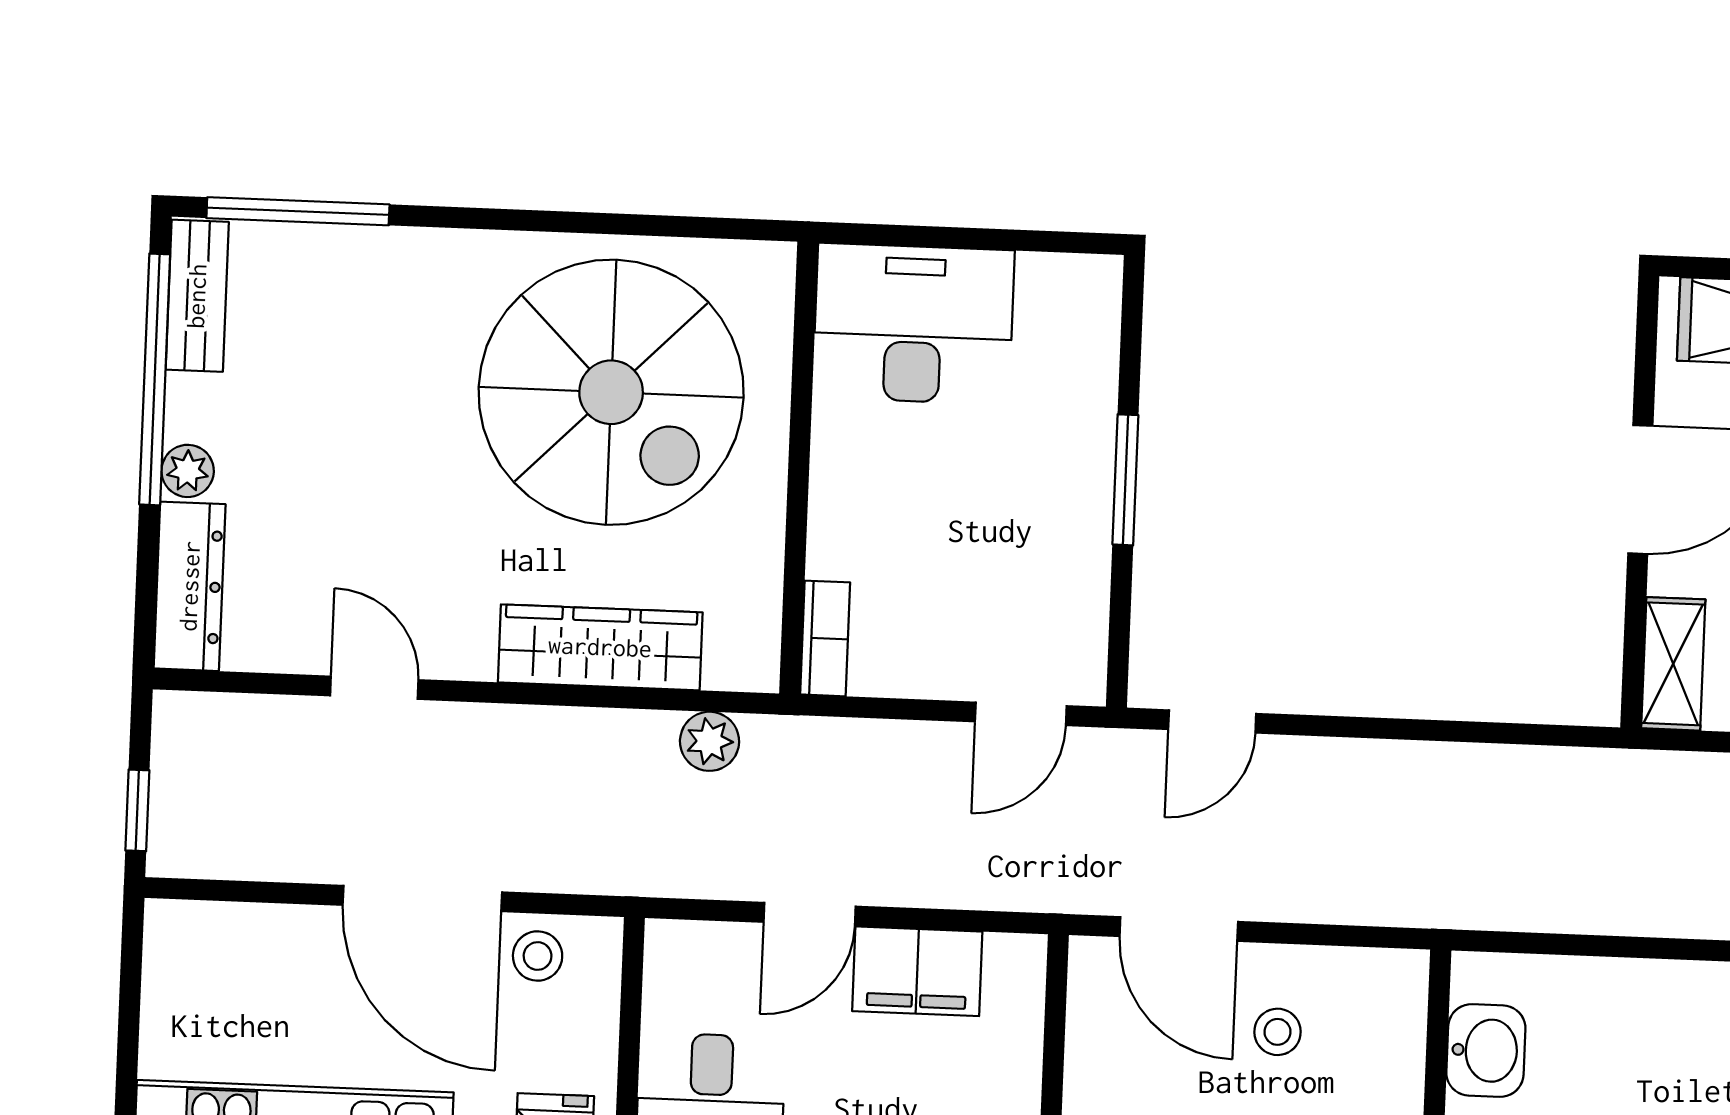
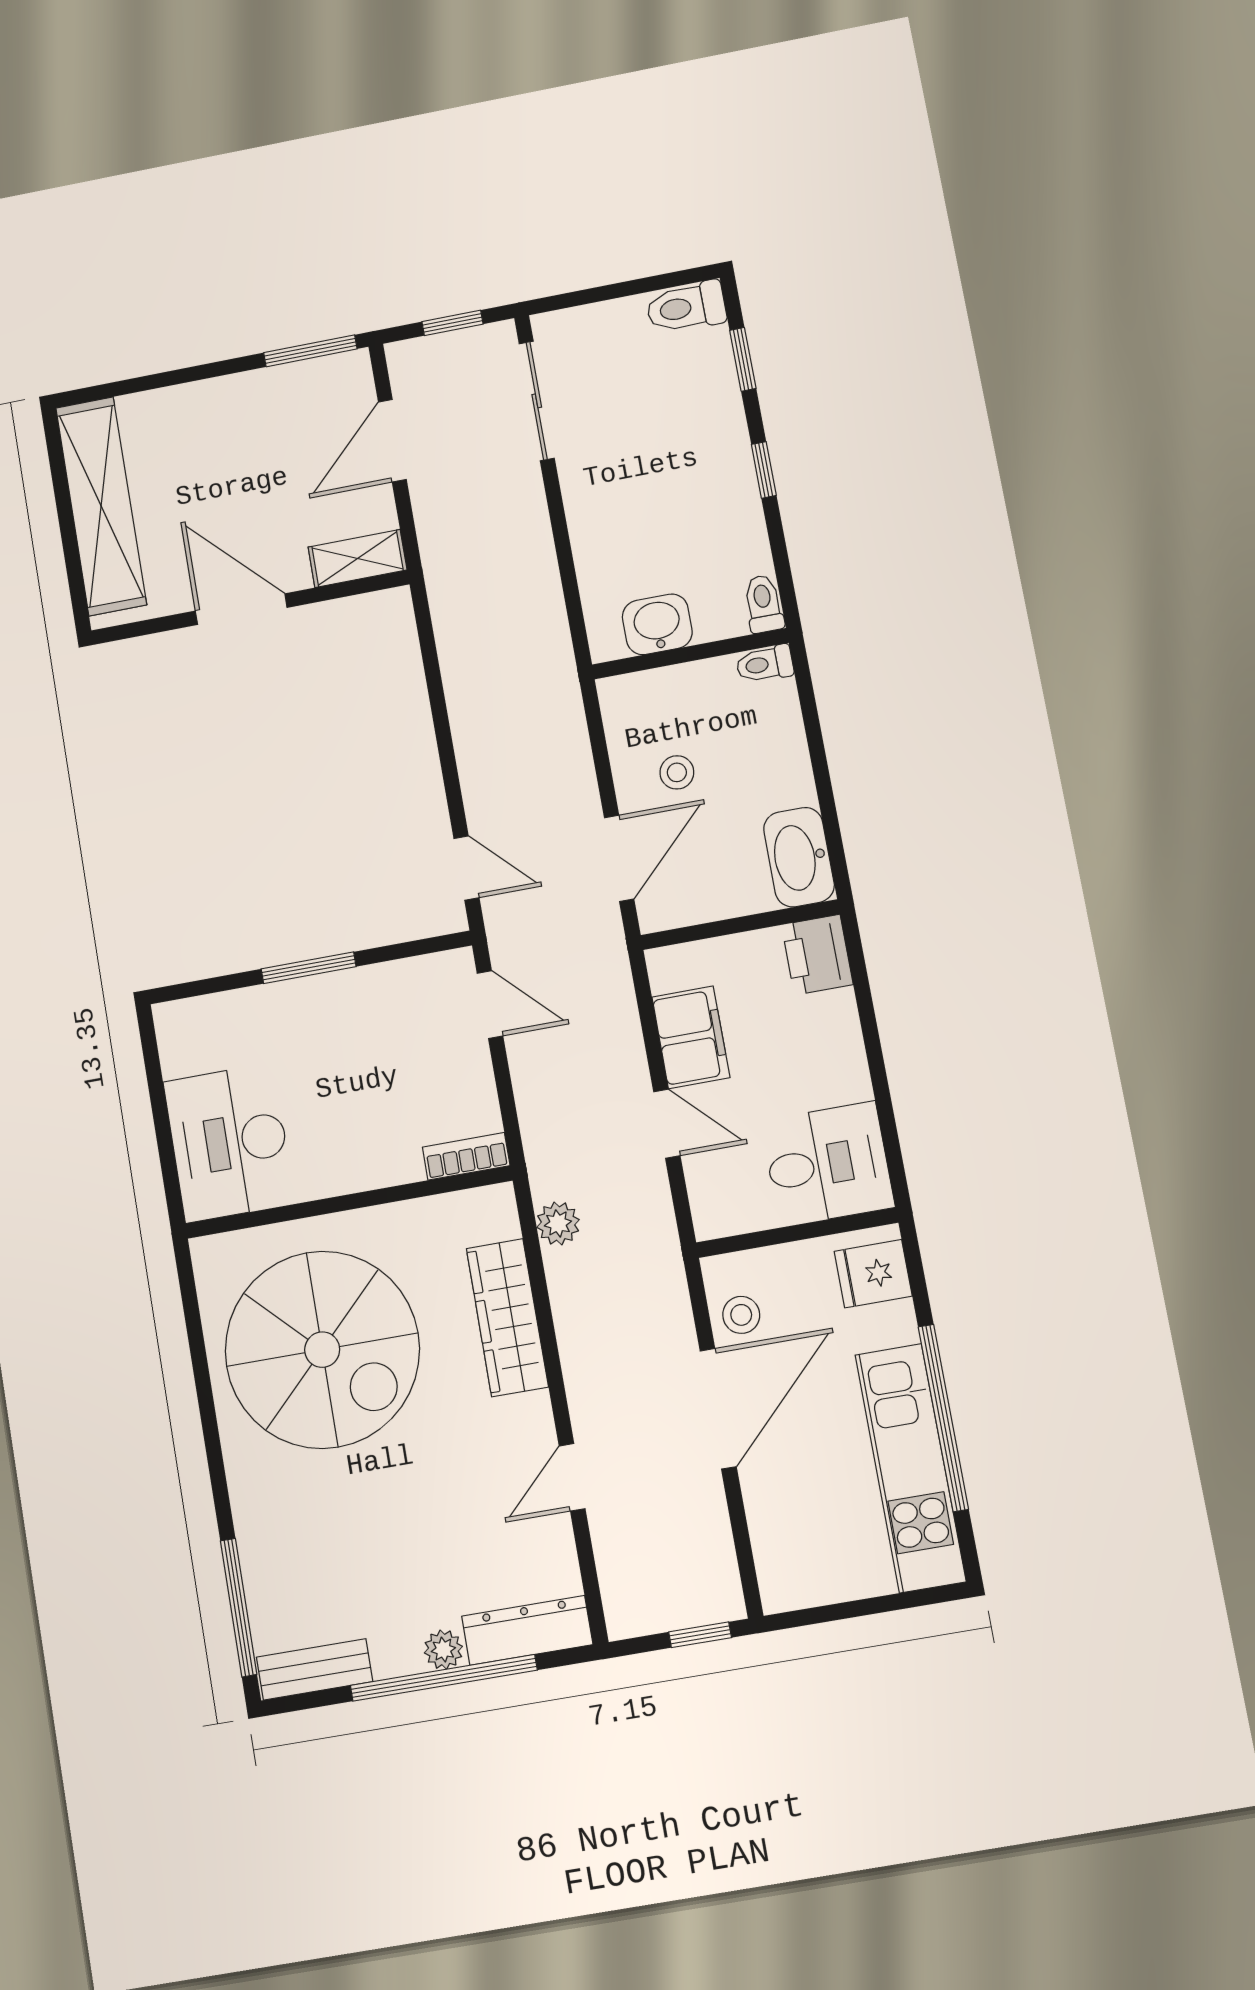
window: (155, 379) -> (444, 1678), moved
spiral stairs: (611, 392) -> (322, 1350), turned 90

